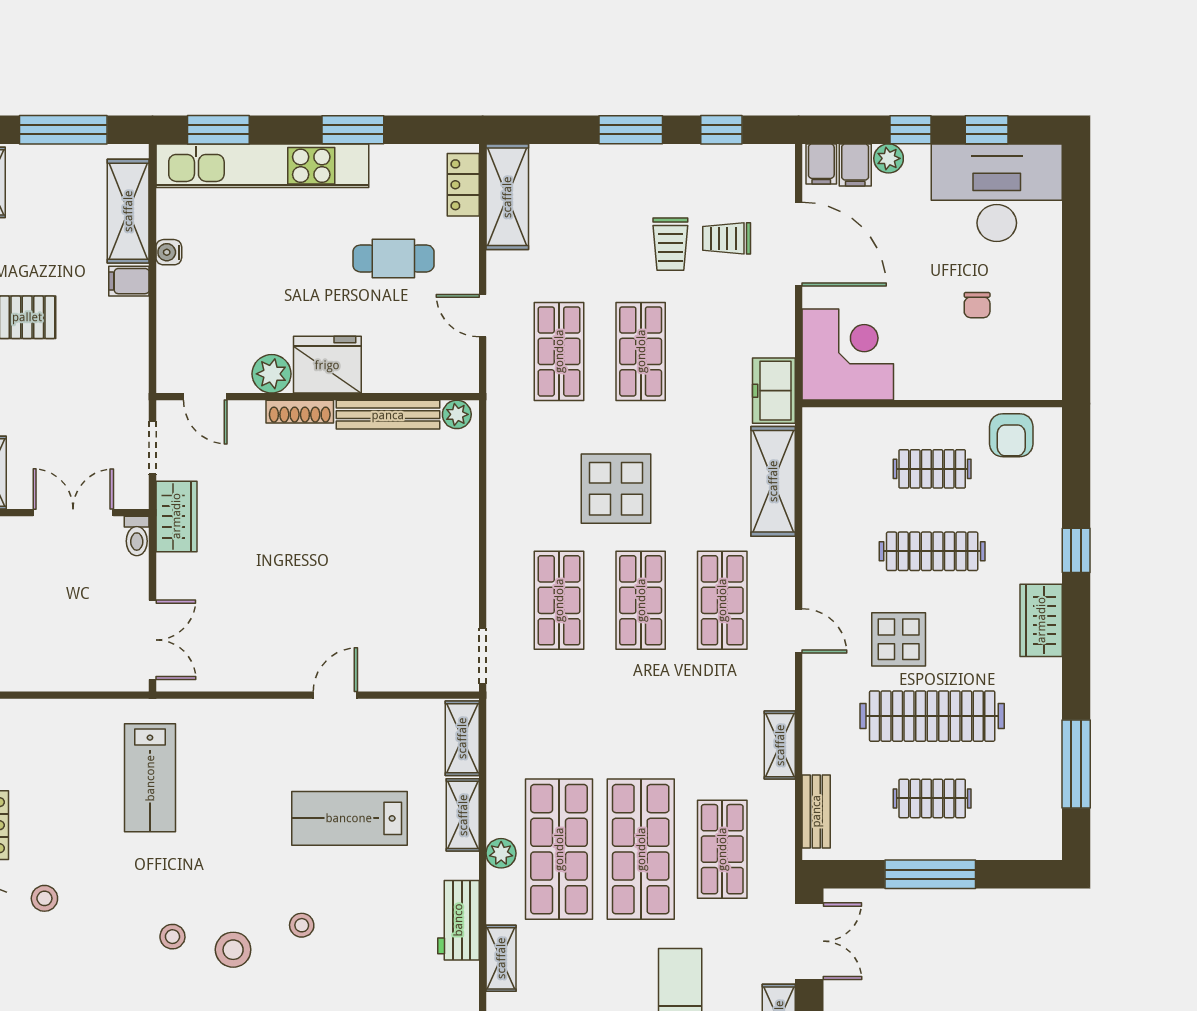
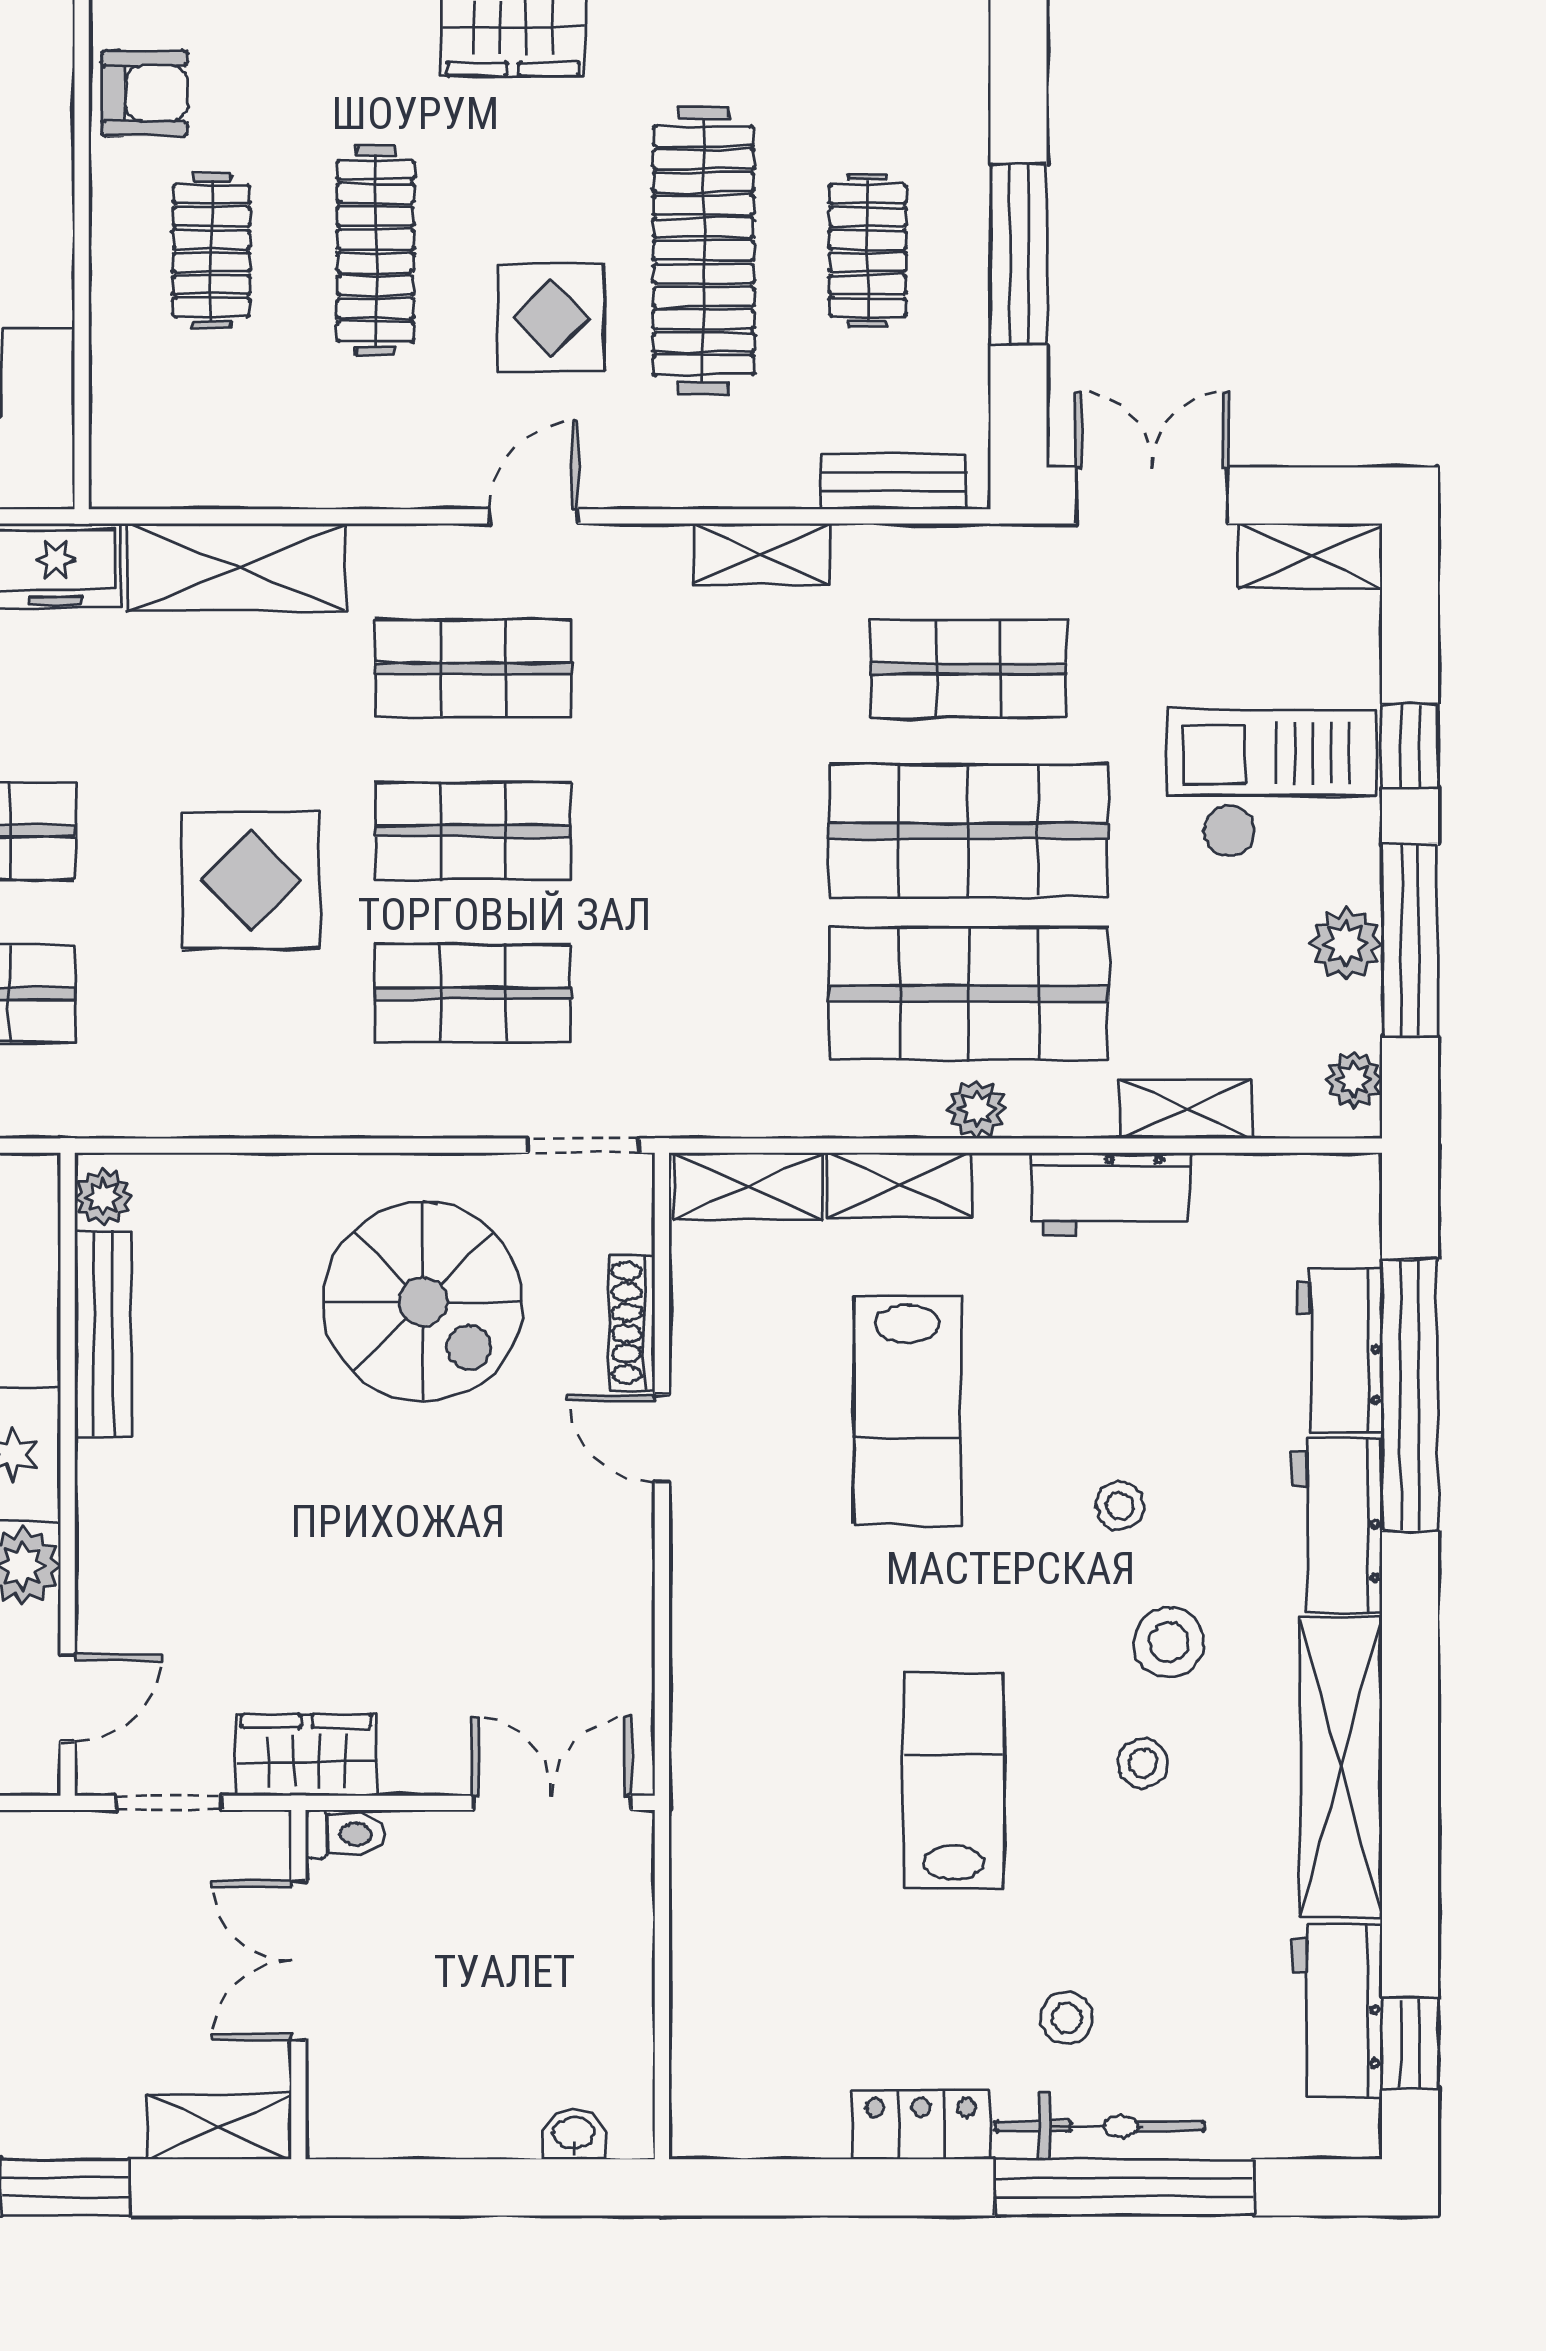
shoe rack: (300, 412) -> (632, 1323), moved, turned 180
spiral stairs: (404, 575) -> (423, 1302), added
lab bench: (150, 778) -> (954, 1781), moved, turned -90

